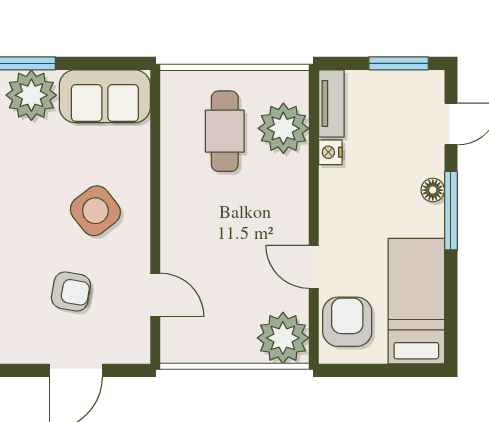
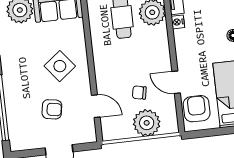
chair: (241, 279) -> (139, 93), added
plant: (283, 338) -> (147, 123), moved

